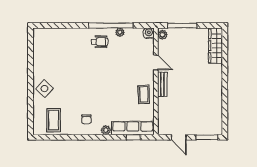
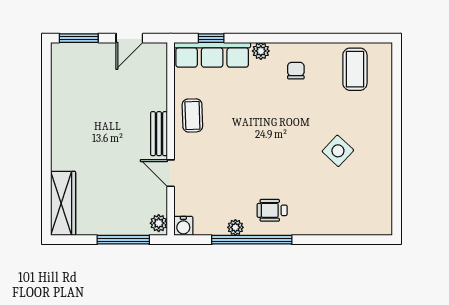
side table: (44, 89) -> (338, 151), moved
door: (179, 137) -> (129, 38), swing flipped

